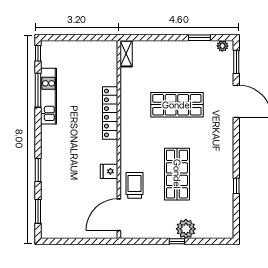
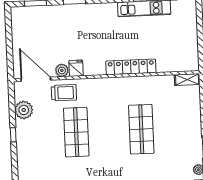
shop shelf: (177, 174) -> (76, 132), turned 90
plant: (111, 186) -> (62, 70), added
plant: (186, 229) -> (24, 110), moved

